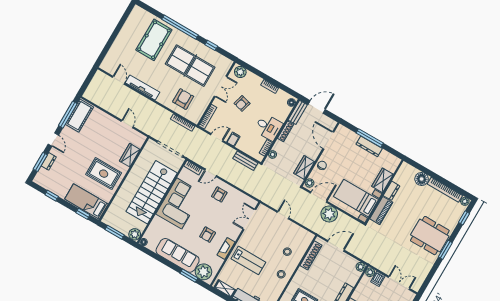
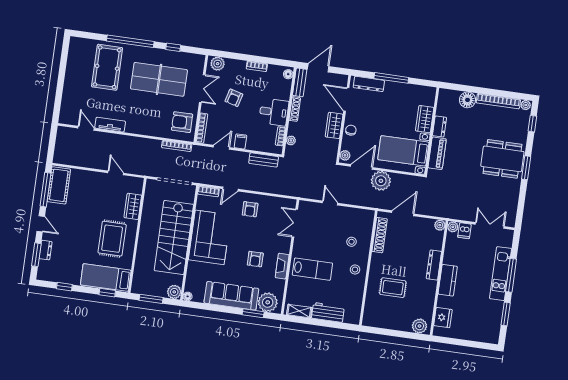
tv unit: (142, 88) -> (110, 125), width x0.71
armchair: (183, 99) -> (182, 122), moved, turned -90
dresser: (369, 146) -> (369, 84), moved
wardrobe: (304, 167) -> (334, 125), moved
rug: (104, 174) -> (112, 239), turned 90

